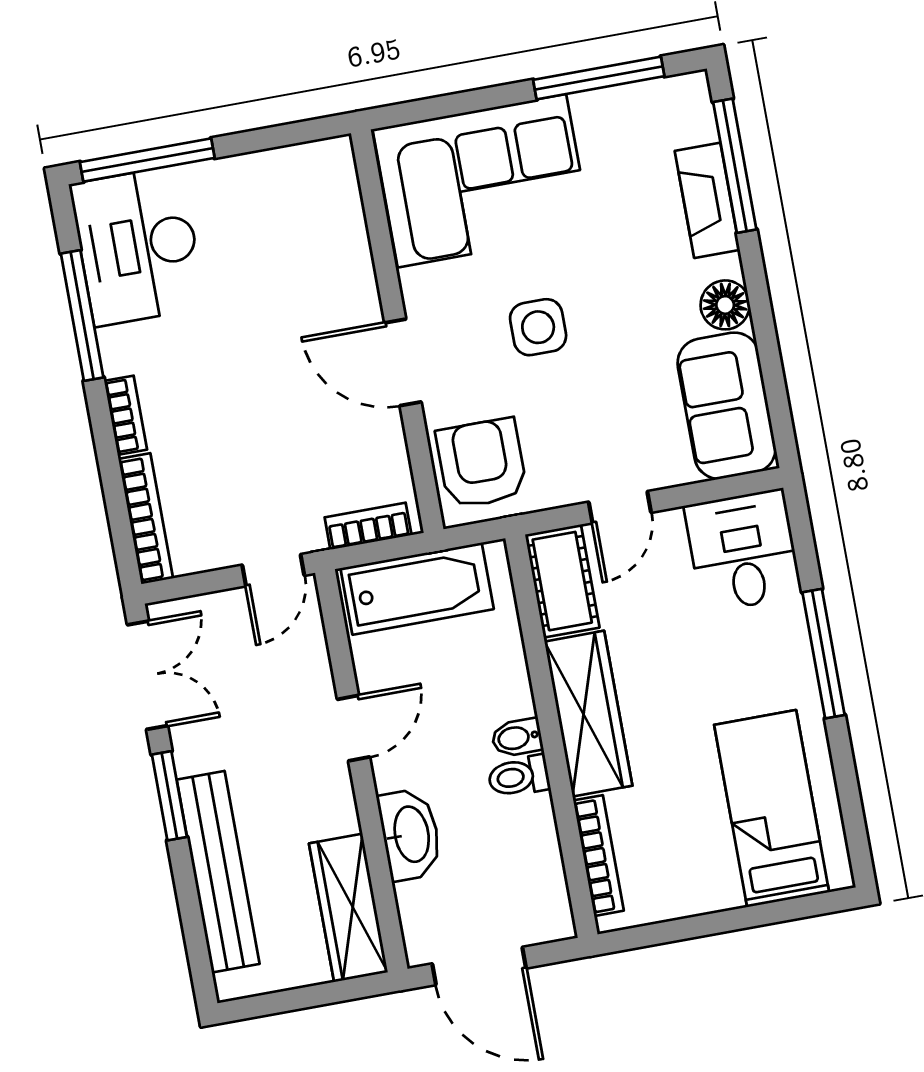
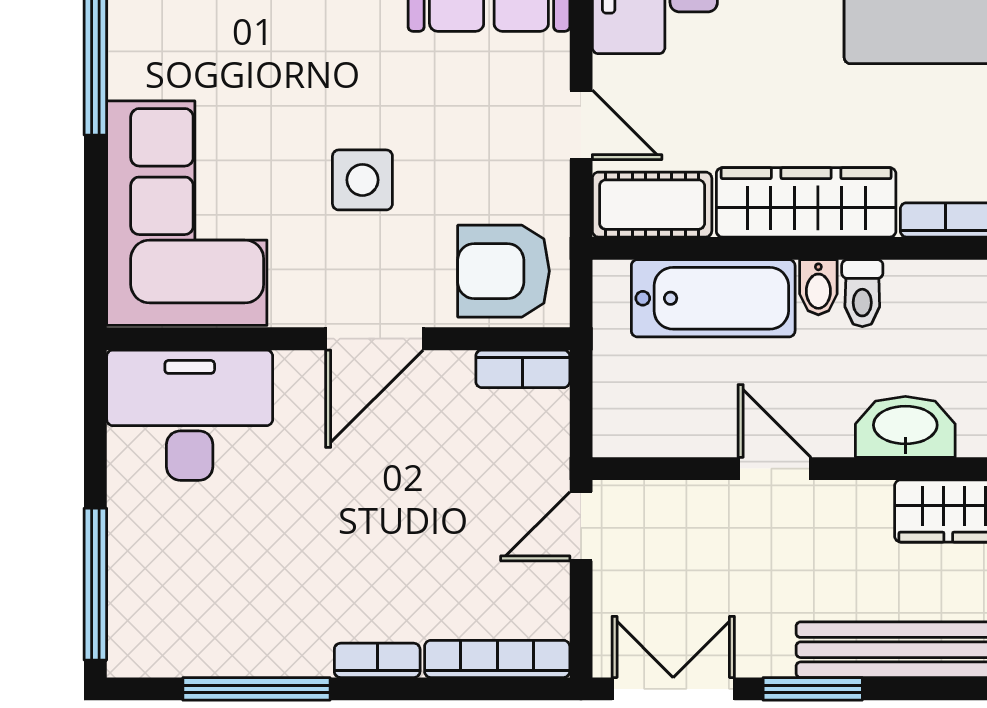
desk: (138, 246) -> (190, 415), moved, turned 180
bookcase: (368, 526) -> (523, 369), moved, turned -90
door: (273, 570) -> (581, 526), swing flipped
bathtub: (417, 589) -> (713, 298), moved, turned 90

